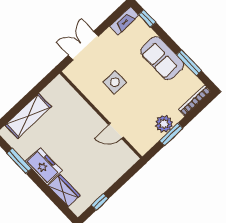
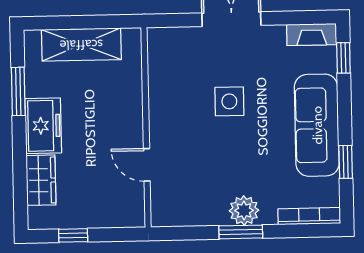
sofa: (162, 58) -> (317, 125), width x1.36
window: (189, 63) -> (346, 162), width x0.67
wall: (101, 115) -> (146, 127), moved
door: (116, 131) -> (147, 165), moved

